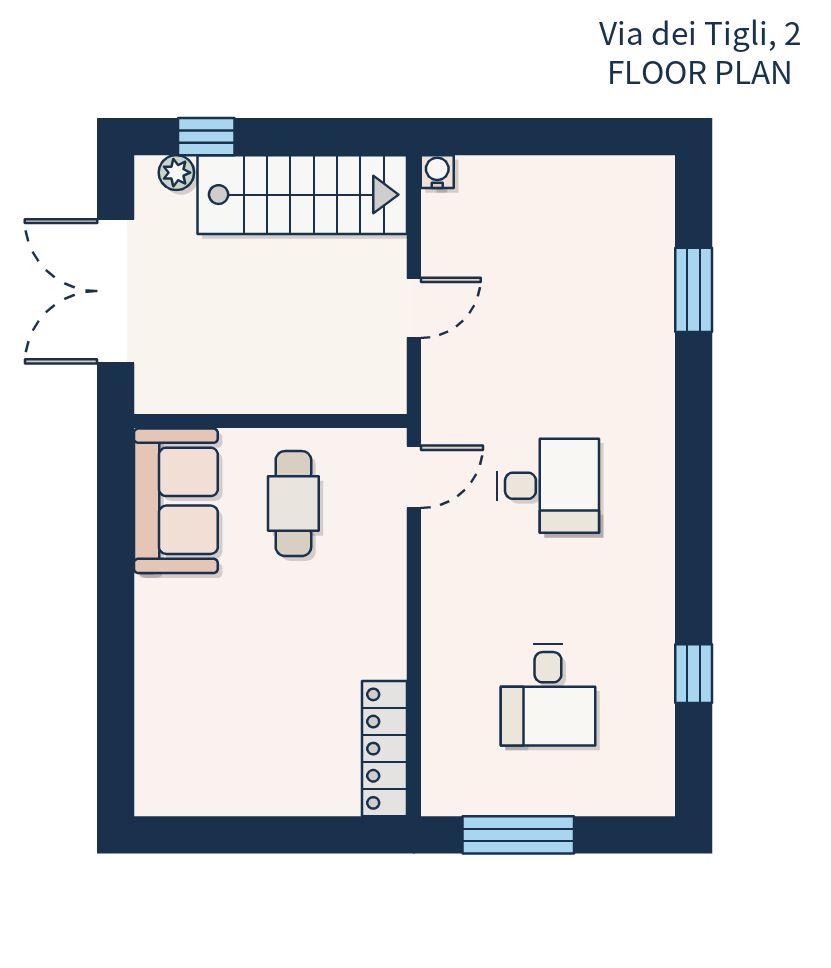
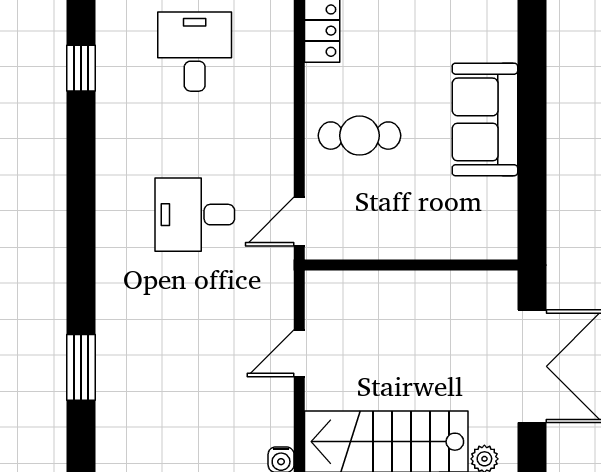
sofa: (176, 501) -> (485, 119), moved
cafe table: (293, 504) -> (359, 136), moved, turned 90

